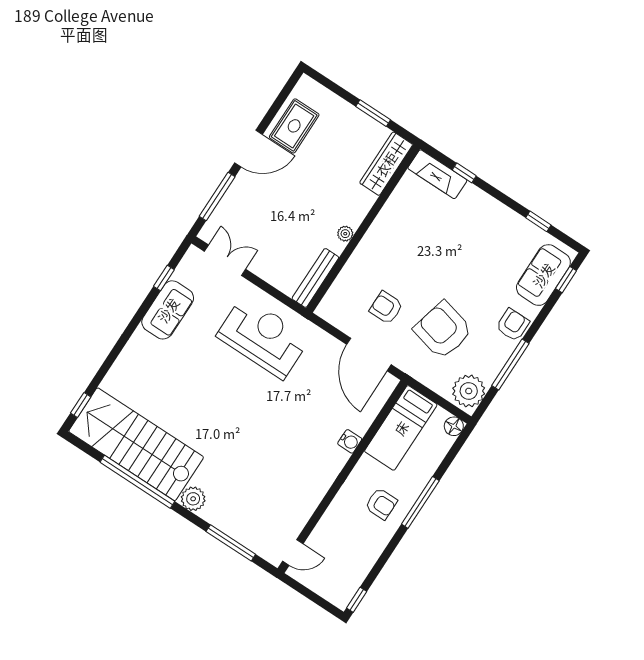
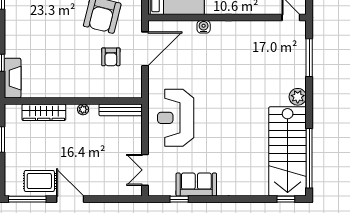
wardrobe: (386, 164) -> (44, 112), moved
window: (217, 196) -> (27, 199), moved
window: (137, 482) -> (309, 158), moved

